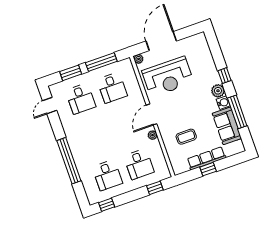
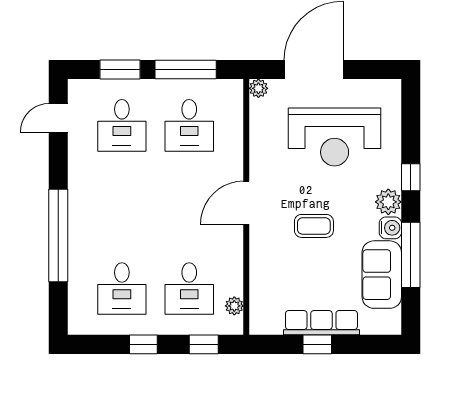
reception desk: (168, 77) -> (335, 137), moved
plant: (153, 135) -> (234, 306), moved
coffee table: (186, 137) -> (314, 226), moved
window: (107, 205) -> (143, 344), moved

